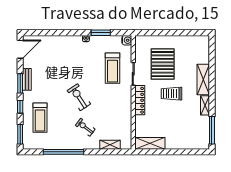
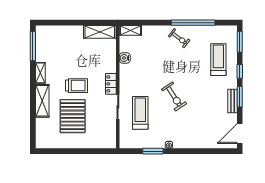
water cooler: (127, 40) -> (125, 58), moved
pallet: (163, 64) -> (73, 116), moved
exercise bike: (79, 97) -> (174, 96), moved
locker: (140, 100) -> (111, 84), width x0.66
exercise bike: (85, 127) -> (179, 38), moved
shelving: (110, 145) -> (130, 30), moved

